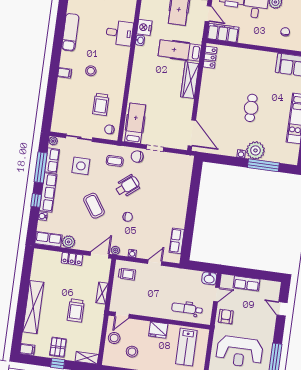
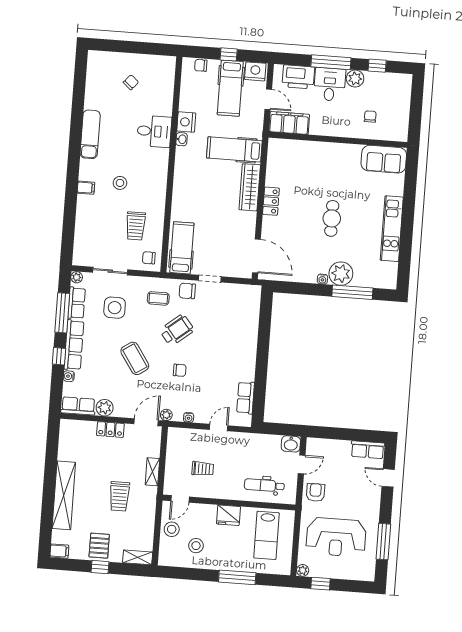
locker: (210, 57) -> (271, 201), moved
trolley: (127, 274) -> (203, 469), moved
row of seats: (246, 283) -> (368, 450), moved

